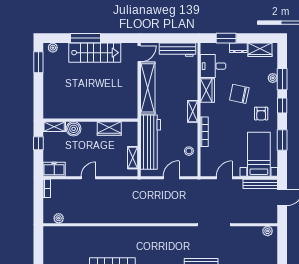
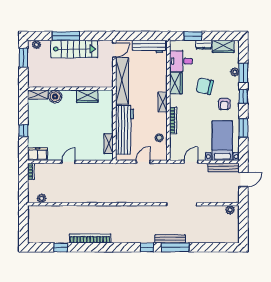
wall: (90, 120) -> (70, 89), moved
shelving: (54, 127) -> (38, 94), moved
wardrobe: (109, 128) -> (87, 96), moved
boiler: (74, 129) -> (55, 97), moved

